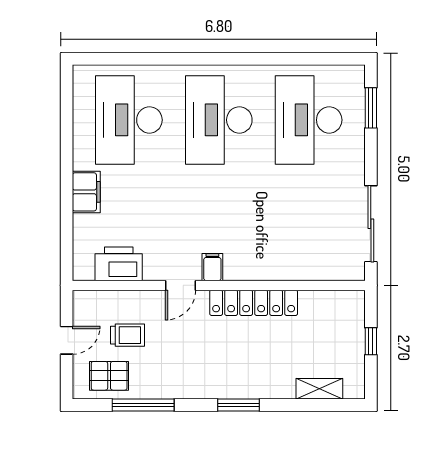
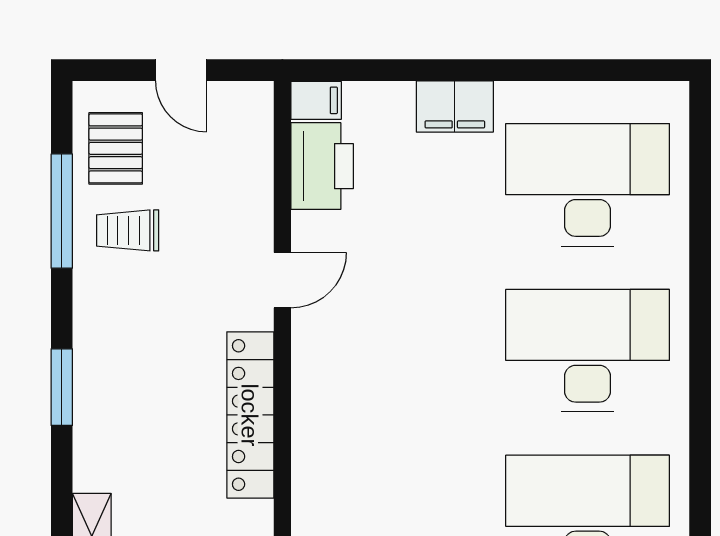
filing cabinet: (212, 267) -> (316, 100), moved
door: (181, 285) -> (282, 280), swing flipped
trolley: (128, 335) -> (128, 230), moved, turned 90

